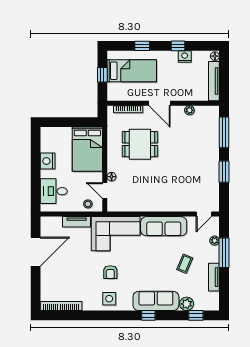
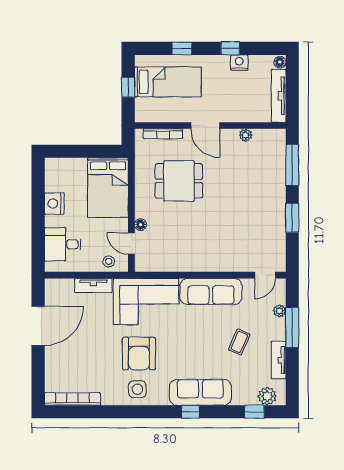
armchair: (110, 272) -> (139, 353), width x1.88, depth x1.88
plant: (187, 304) -> (267, 396), moved

